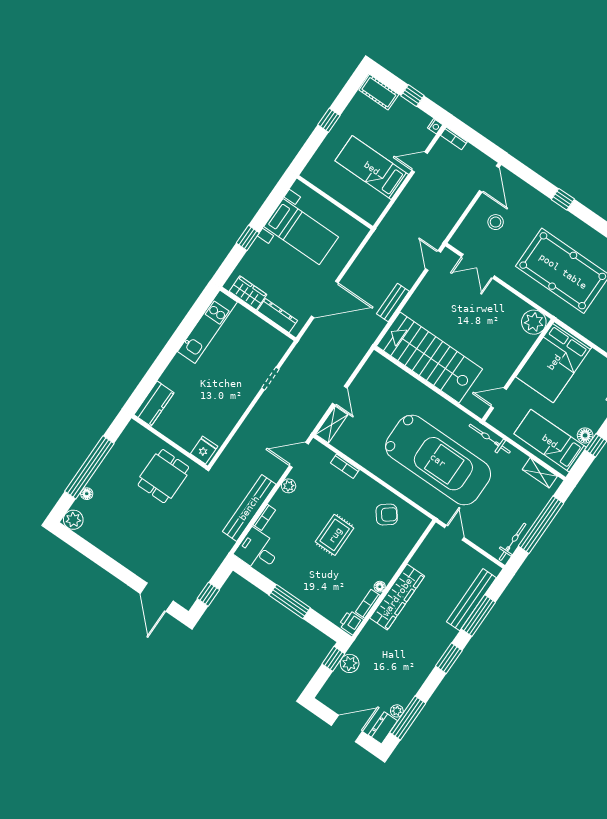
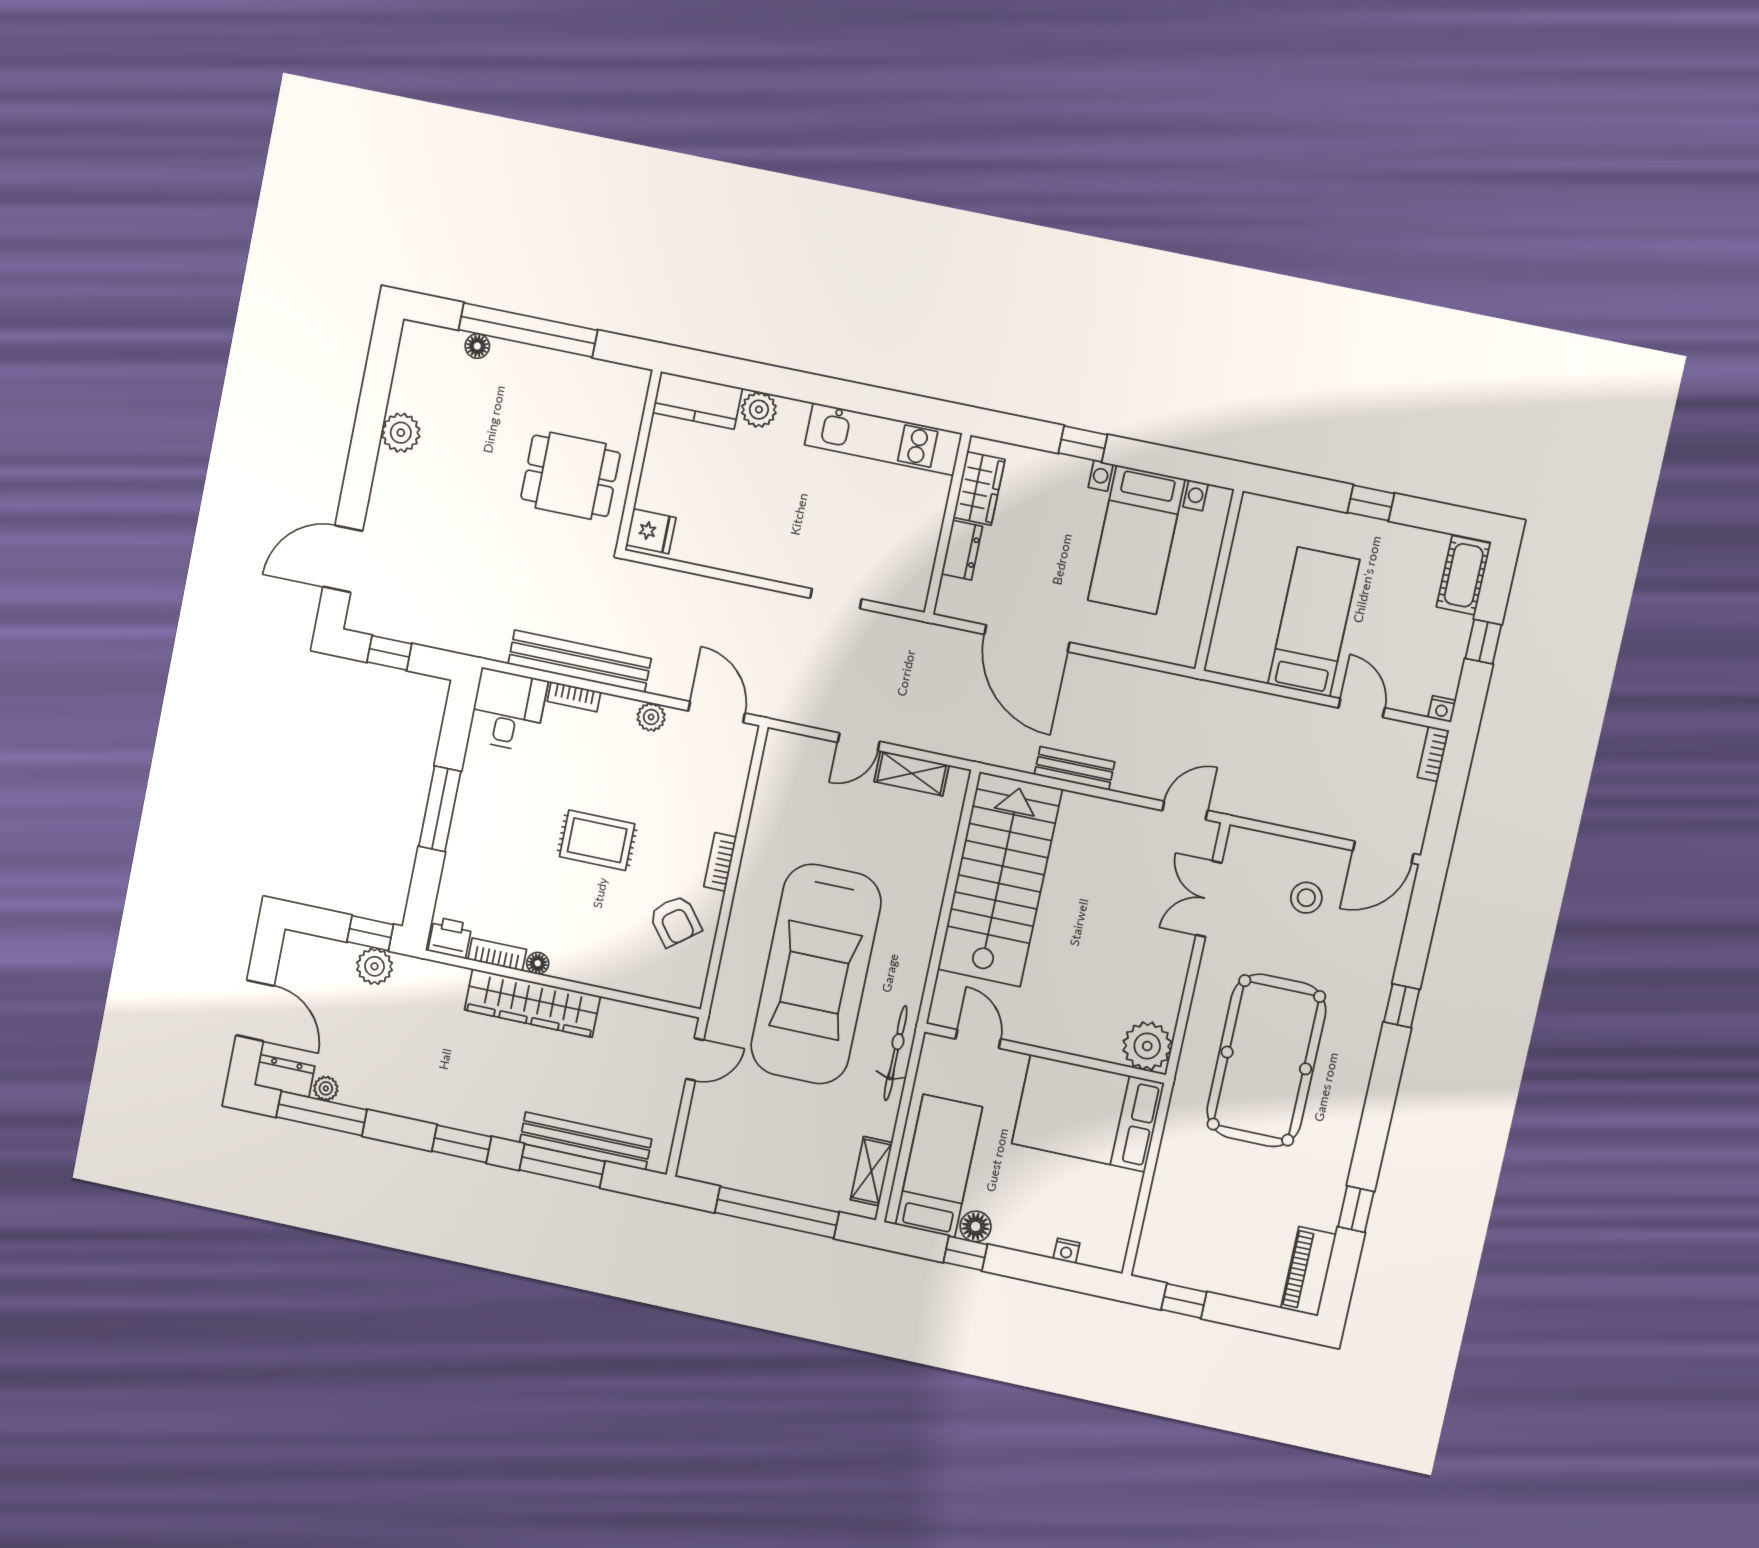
dresser: (277, 316) -> (962, 550), width x0.70
plant: (170, 378) -> (759, 410), added
shelving: (332, 425) -> (912, 773), moved
bookcase: (345, 466) -> (720, 862), moved
plant: (73, 520) -> (401, 433), moved
bicycle: (513, 542) -> (723, 1173), removed

